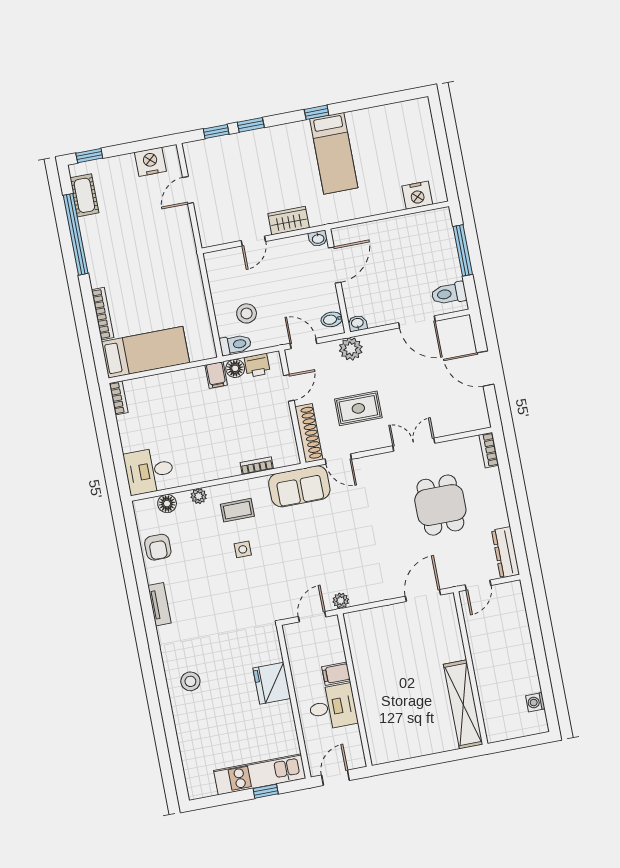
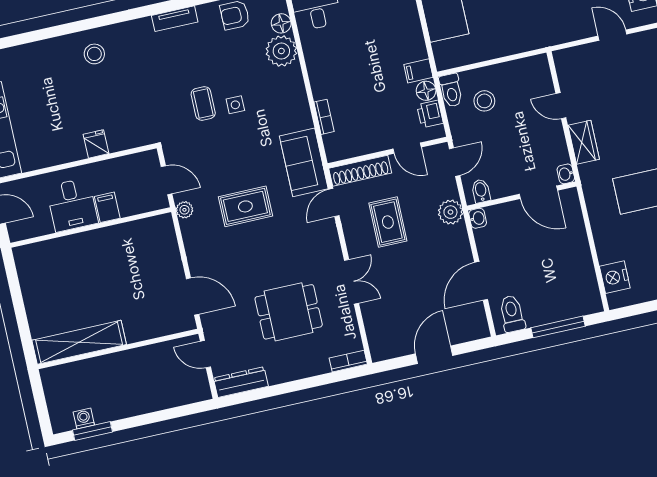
plant: (199, 496) -> (281, 51), width x1.87, depth x1.87
coffee table: (237, 510) -> (203, 103), moved
rug: (339, 543) -> (245, 206), added
fridge: (272, 683) -> (96, 144), width x0.53, depth x0.75
window: (547, 694) -> (92, 431), added

